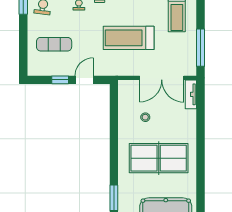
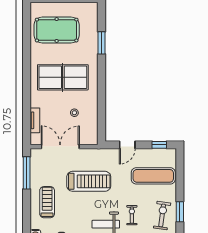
exercise mat: (54, 44) -> (153, 176), width x1.36, depth x1.45
window: (60, 80) -> (159, 145), moved
tv unit: (191, 94) -> (35, 120), moved

